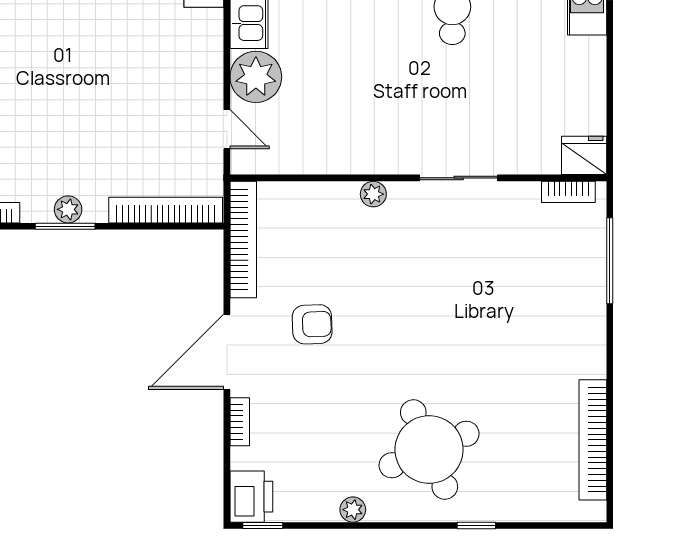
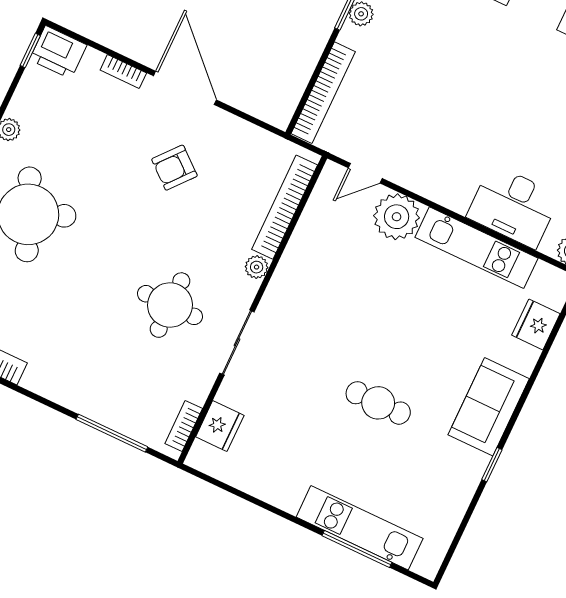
fridge: (584, 155) -> (220, 426), moved
bookcase: (243, 239) -> (285, 207), moved, turned 90
round table: (453, 263) -> (170, 305), added
armchair: (312, 324) -> (174, 168), turned 42

